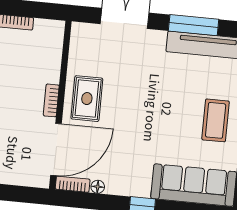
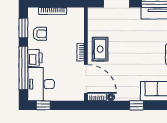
door: (56, 150) -> (86, 79), hinge flipped

